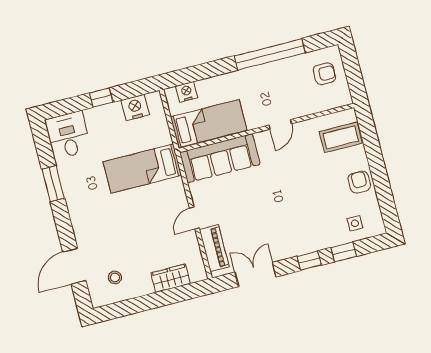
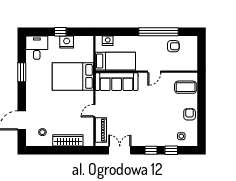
armchair: (324, 74) -> (173, 46), moved
nightstand: (135, 107) -> (67, 42), moved
bed: (142, 169) -> (73, 76), width x1.50
wardrobe: (171, 278) -> (68, 140), width x1.50

